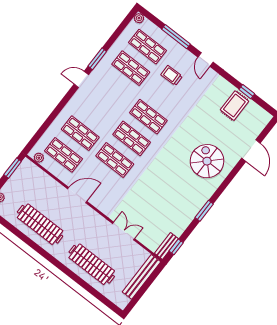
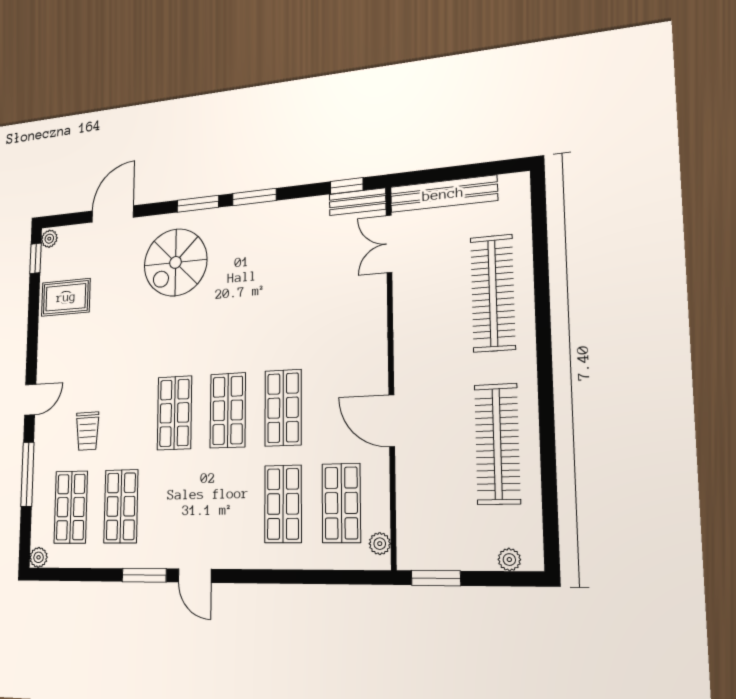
window: (247, 92) -> (36, 258), moved
plant: (266, 116) -> (49, 239), added
window: (222, 187) -> (198, 204), added
double door: (124, 231) -> (389, 244), moved

